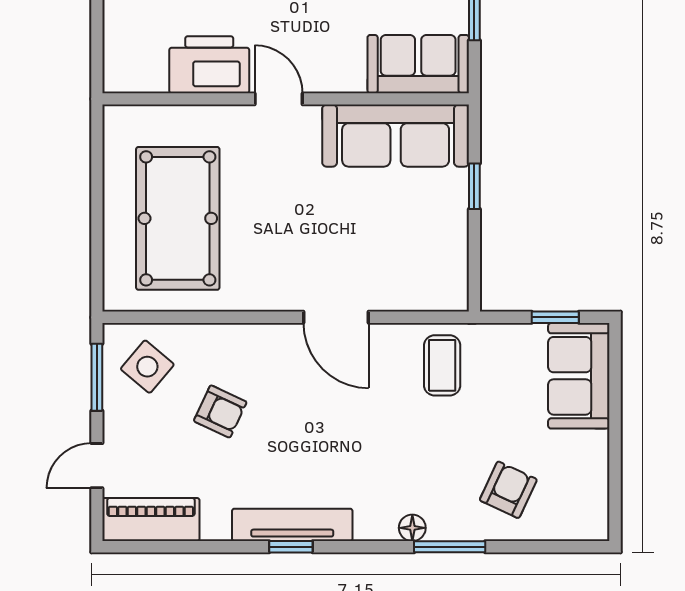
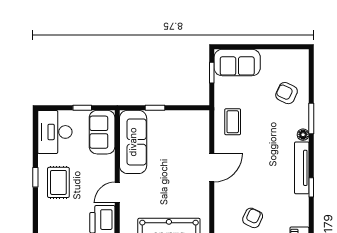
coffee table: (442, 365) -> (233, 122), turned 90
tv unit: (292, 525) -> (302, 168), moved

